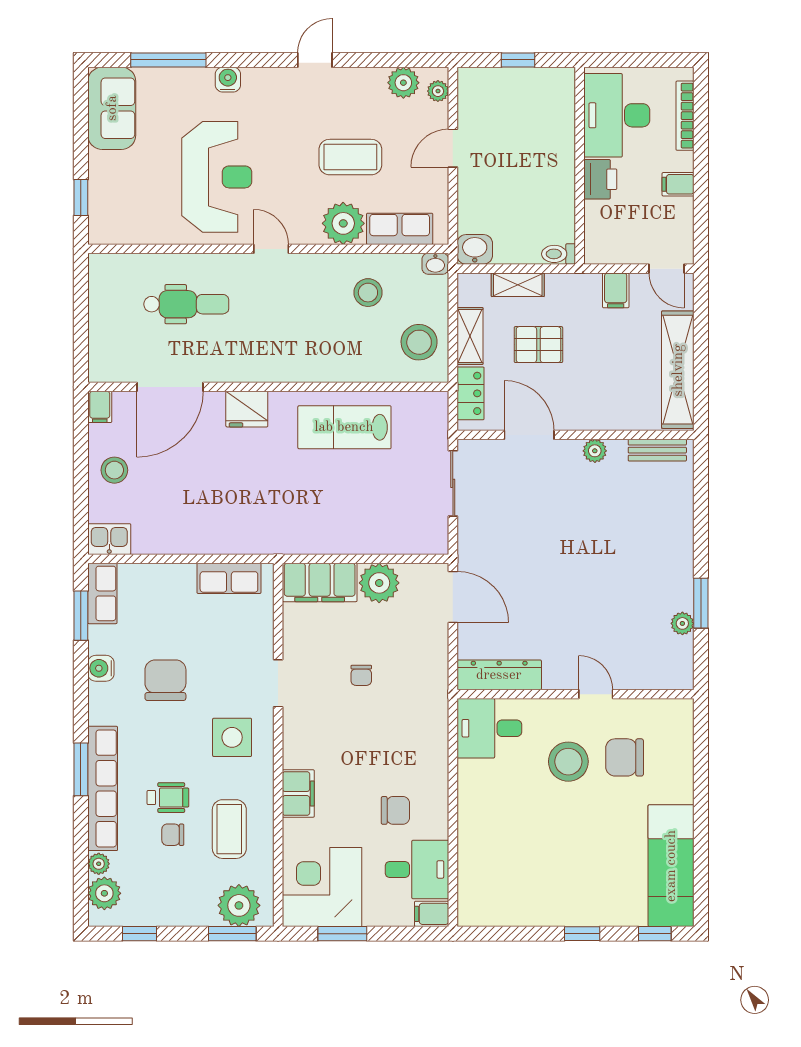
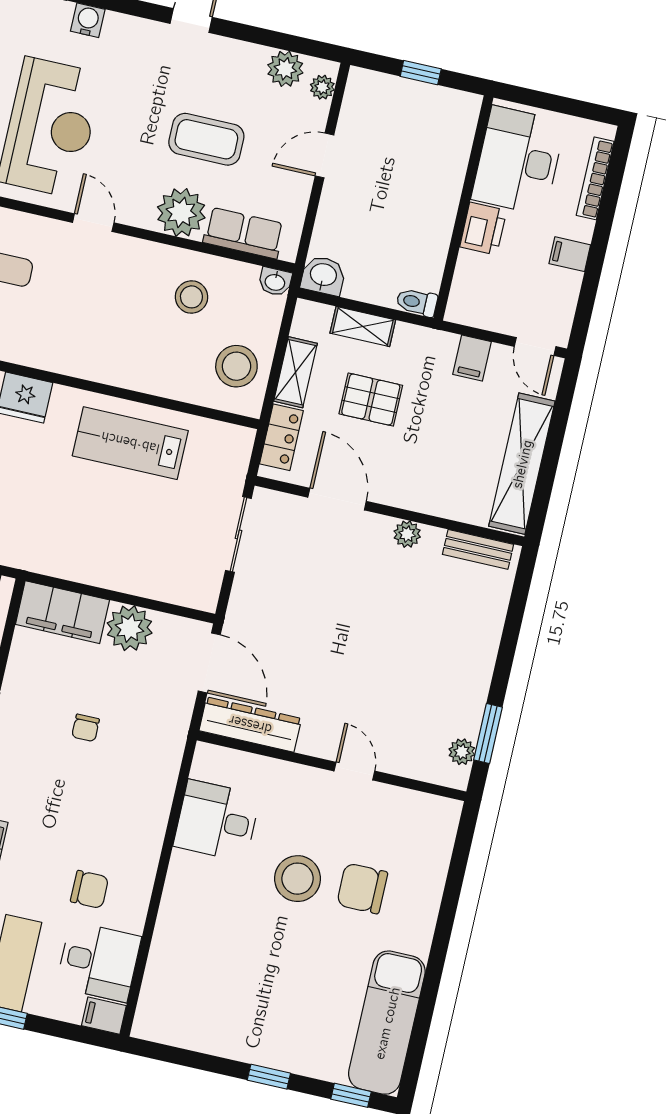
dresser: (499, 675) -> (250, 725), moved
wall: (575, 694) -> (332, 766), moved
door: (596, 694) -> (354, 771), moved

